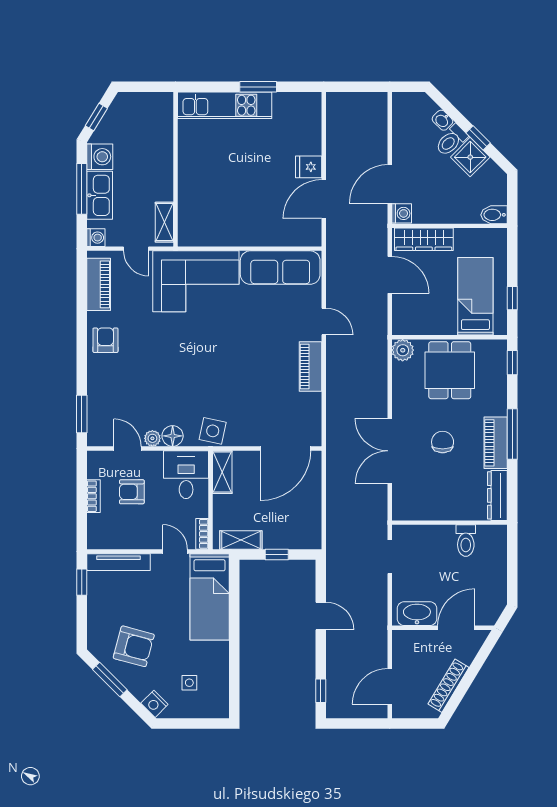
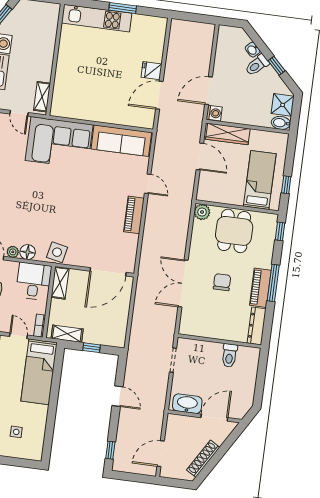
shower: (470, 157) -> (283, 105), moved, turned 45

